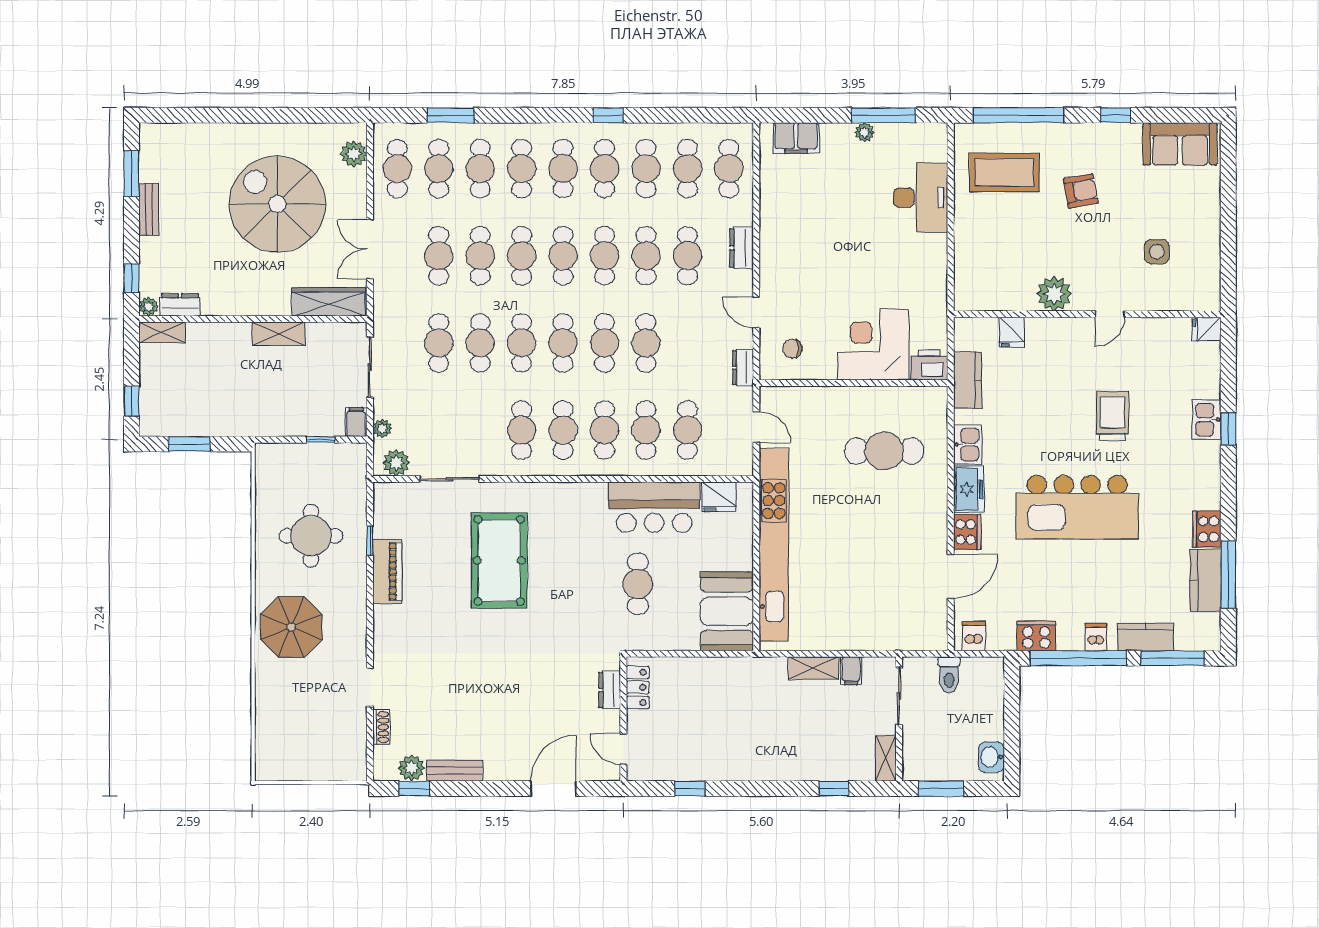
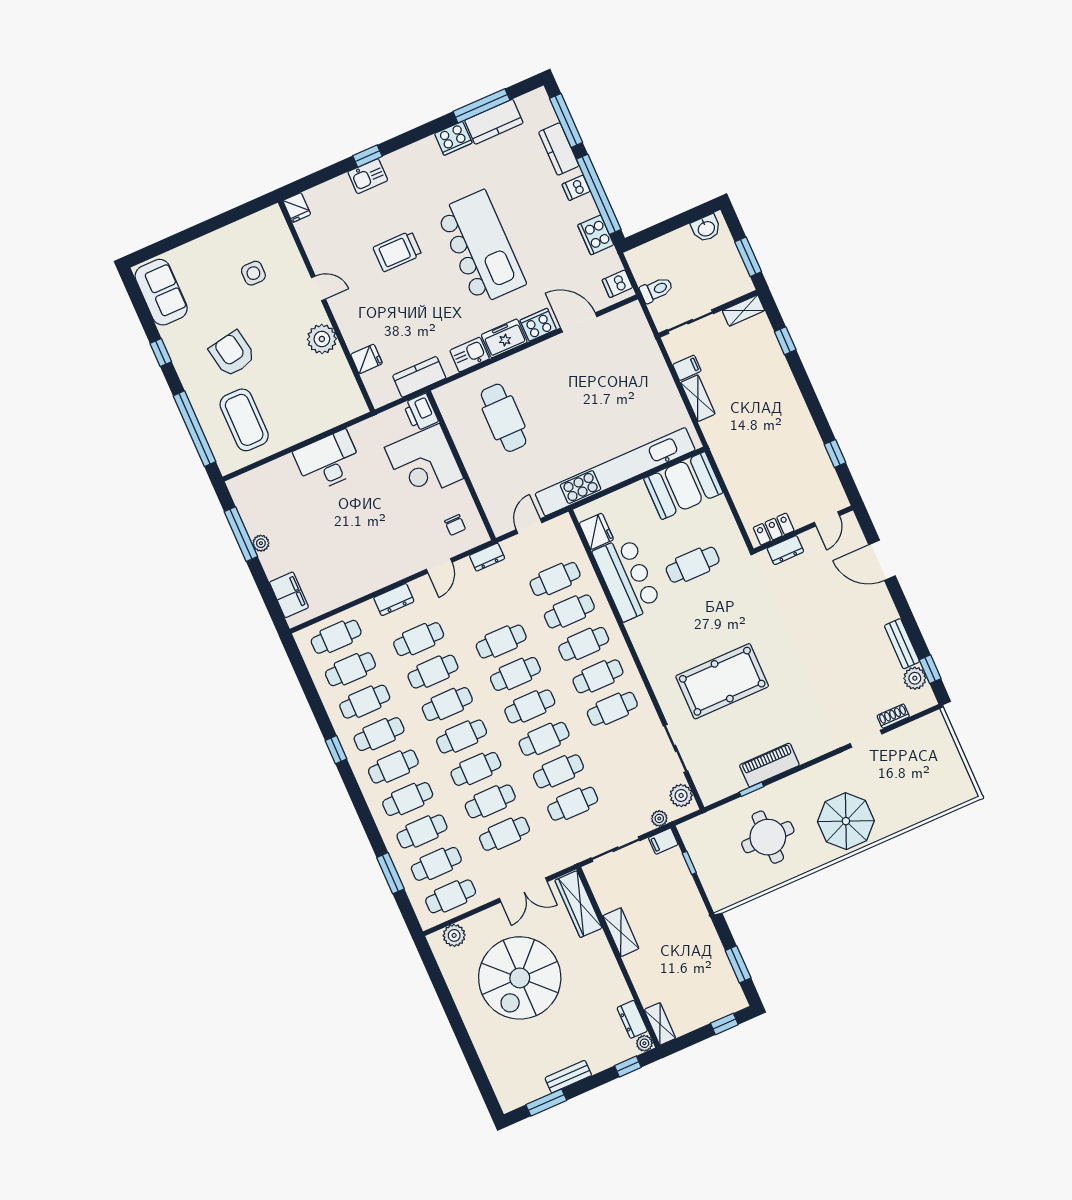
armchair: (1081, 191) -> (232, 354), width x1.38, depth x1.38
desk: (921, 198) -> (328, 461), moved

